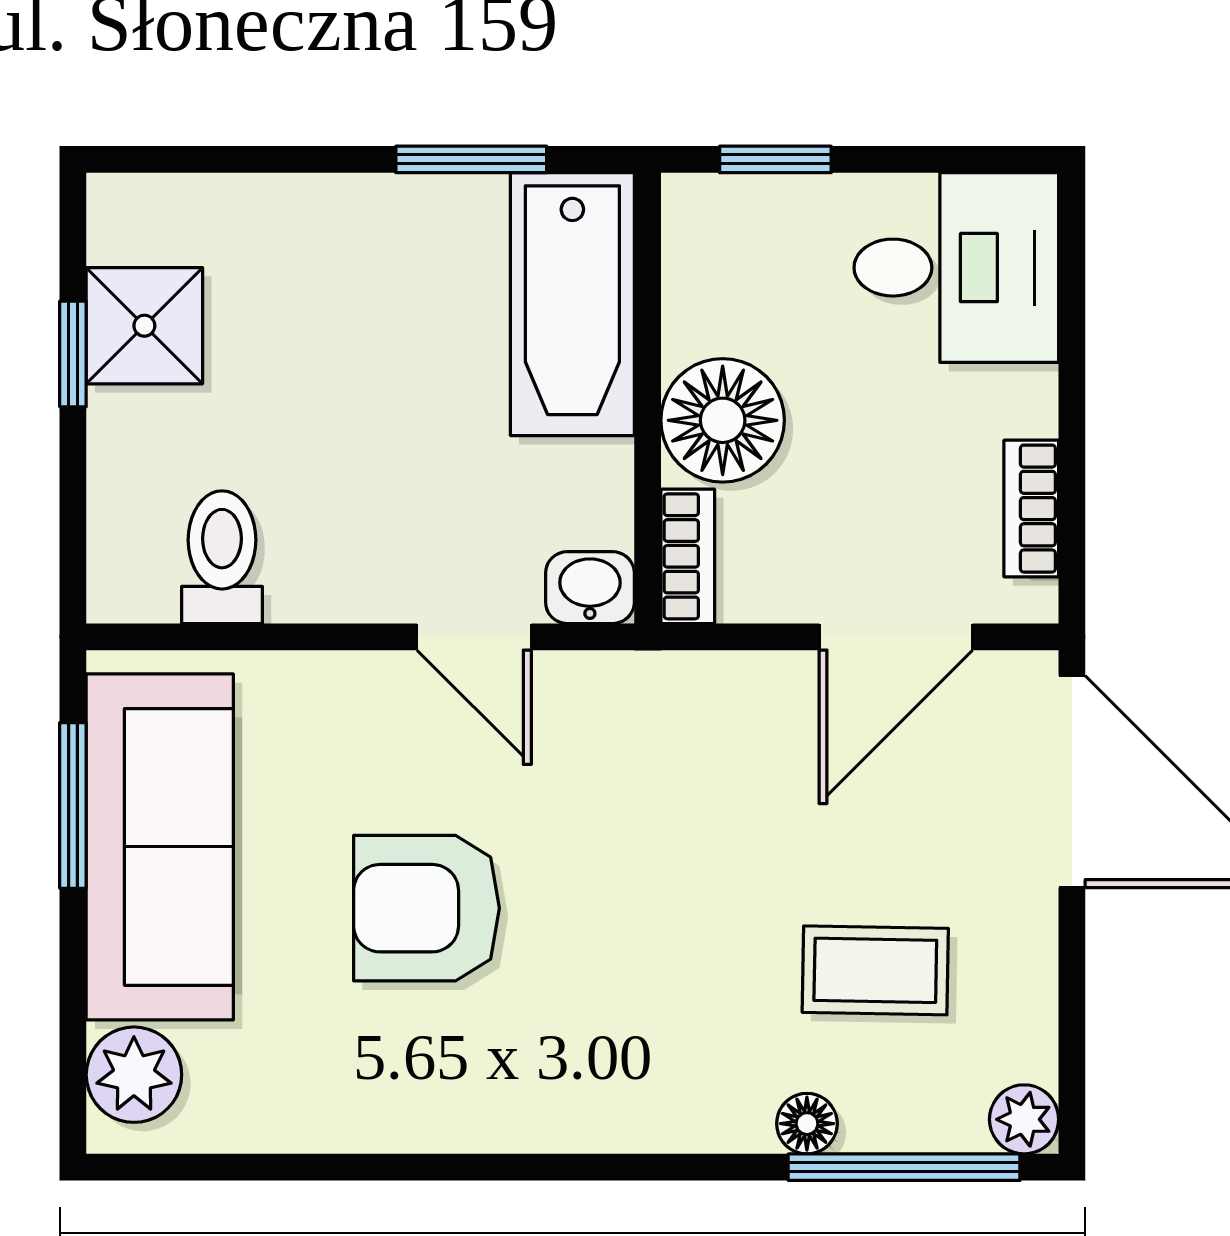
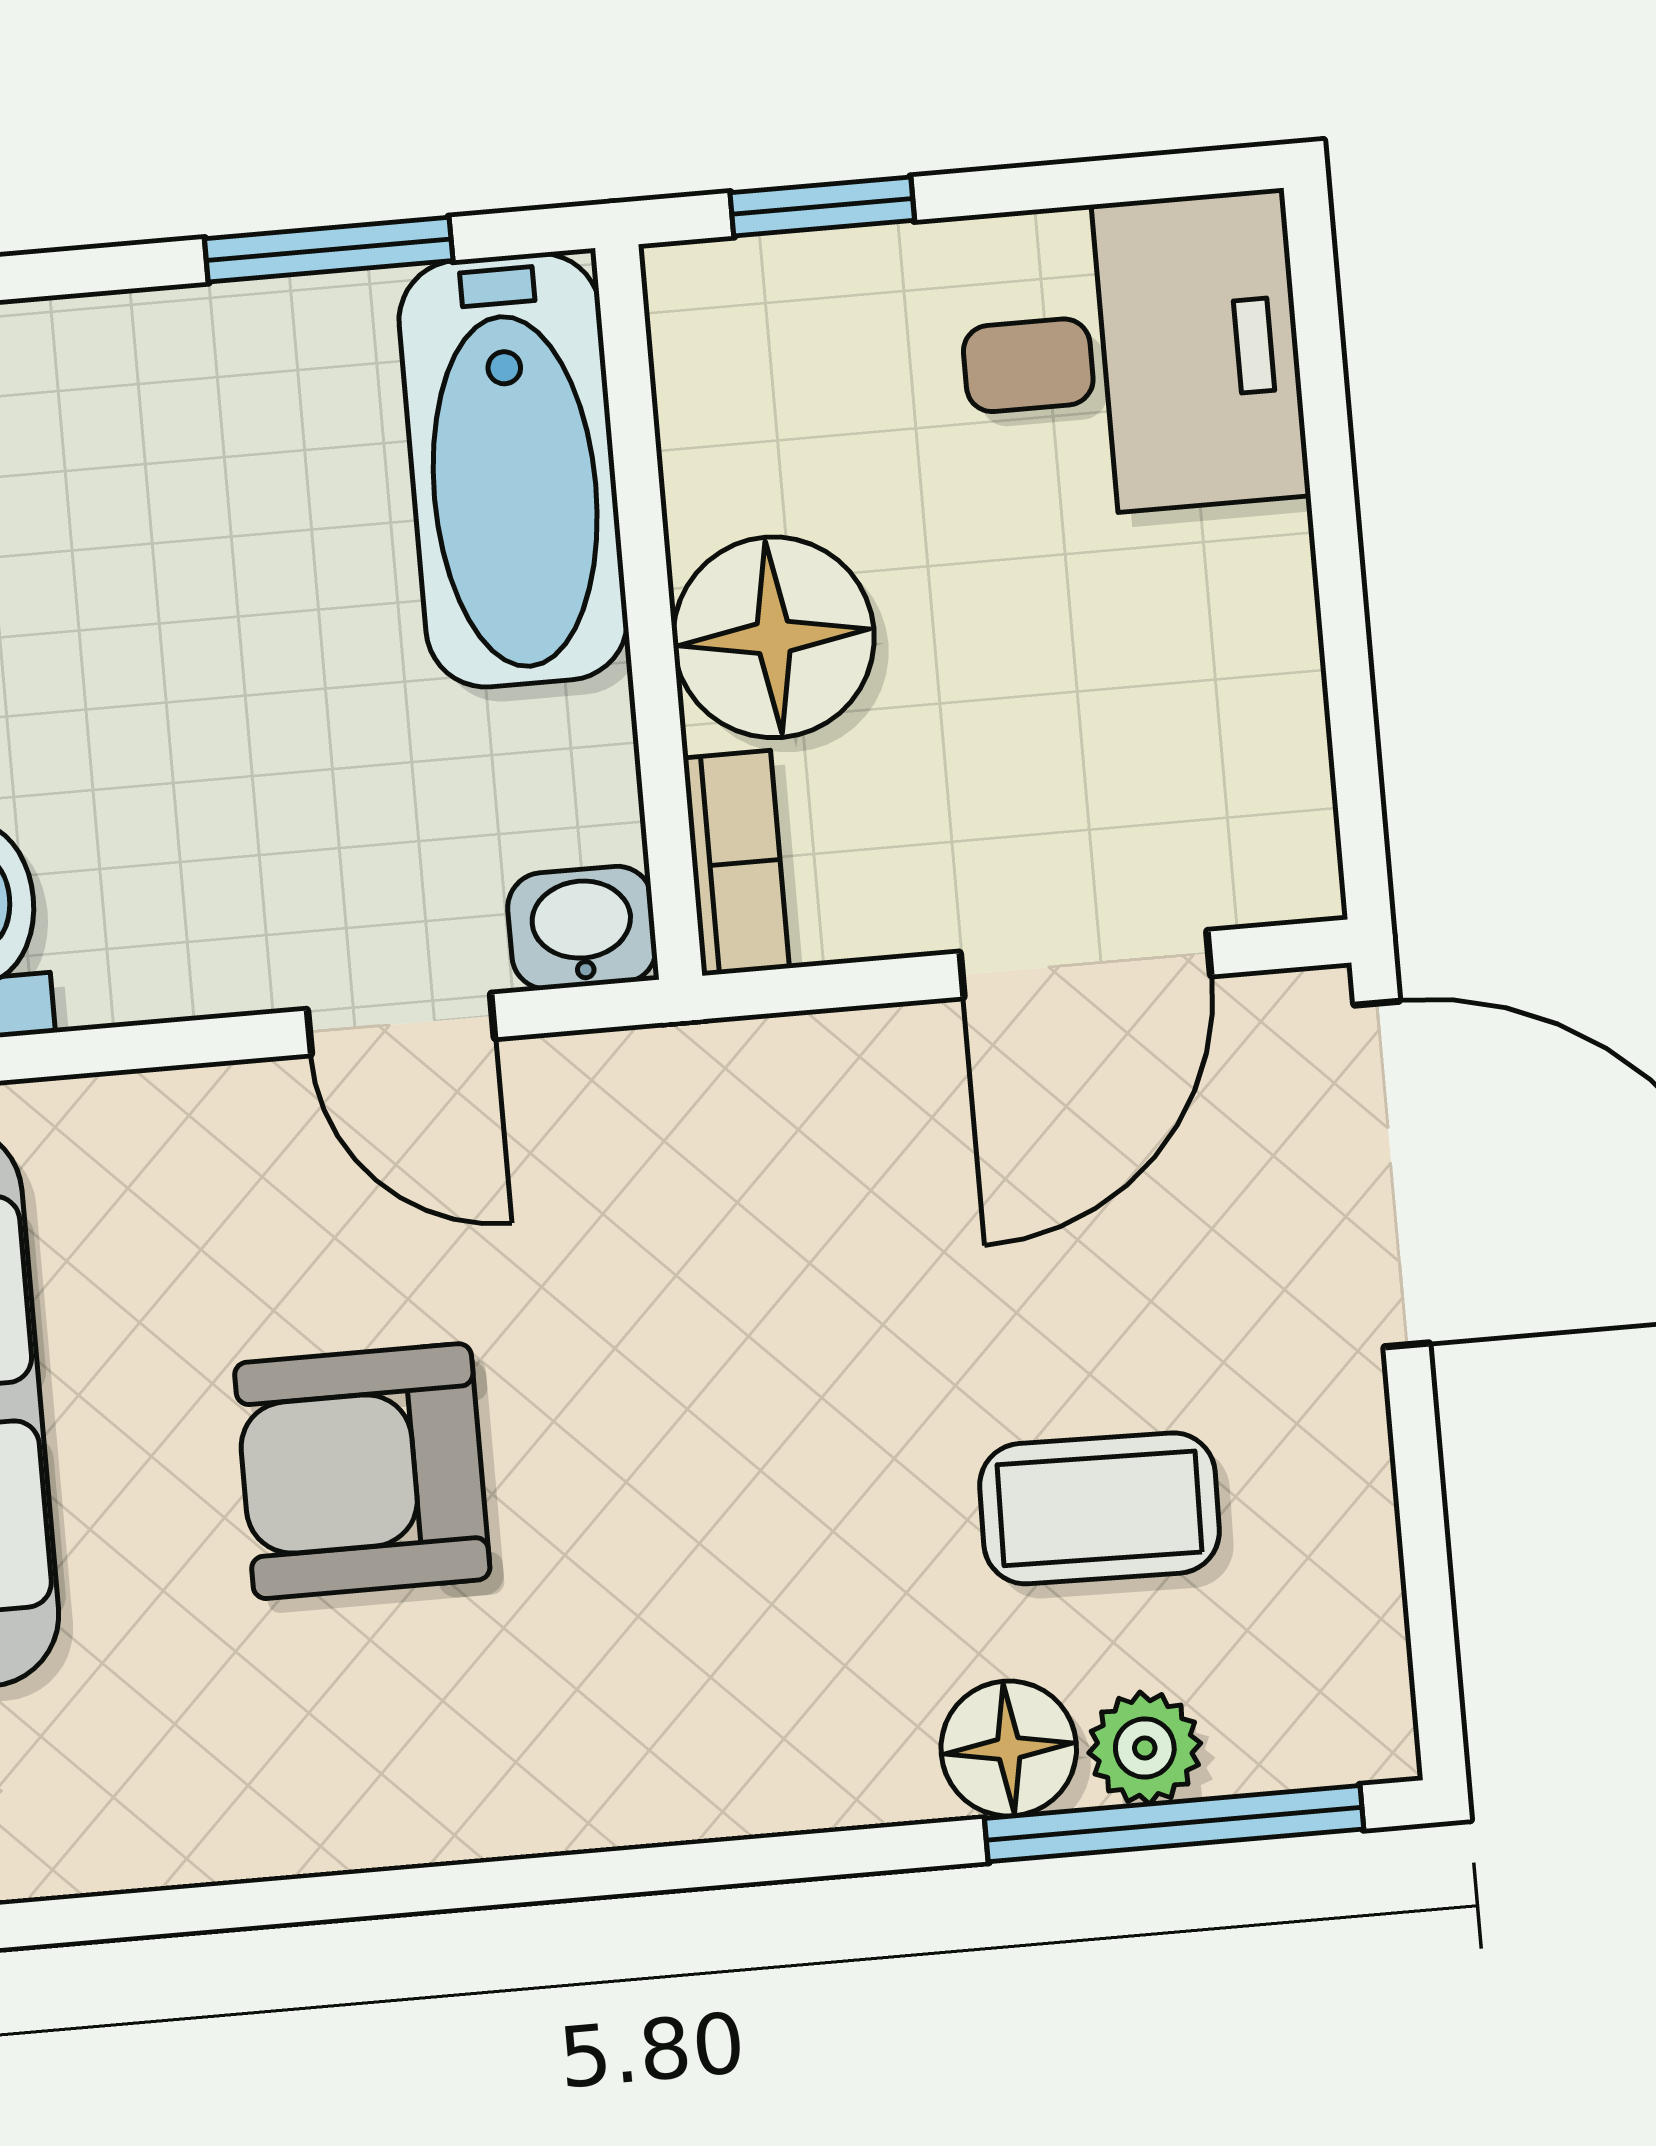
bookcase: (1031, 509) -> (1287, 737), removed
plant: (1024, 1119) -> (1145, 1748), moved
floor lamp: (807, 1124) -> (1009, 1749), width x1.37, depth x1.37

